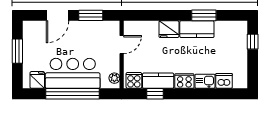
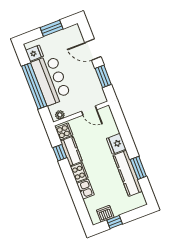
kitchen counter: (197, 29) -> (128, 173), width x1.50
window: (253, 42) -> (115, 222), moved
dishwasher: (224, 81) -> (105, 214), moved, turned -90

